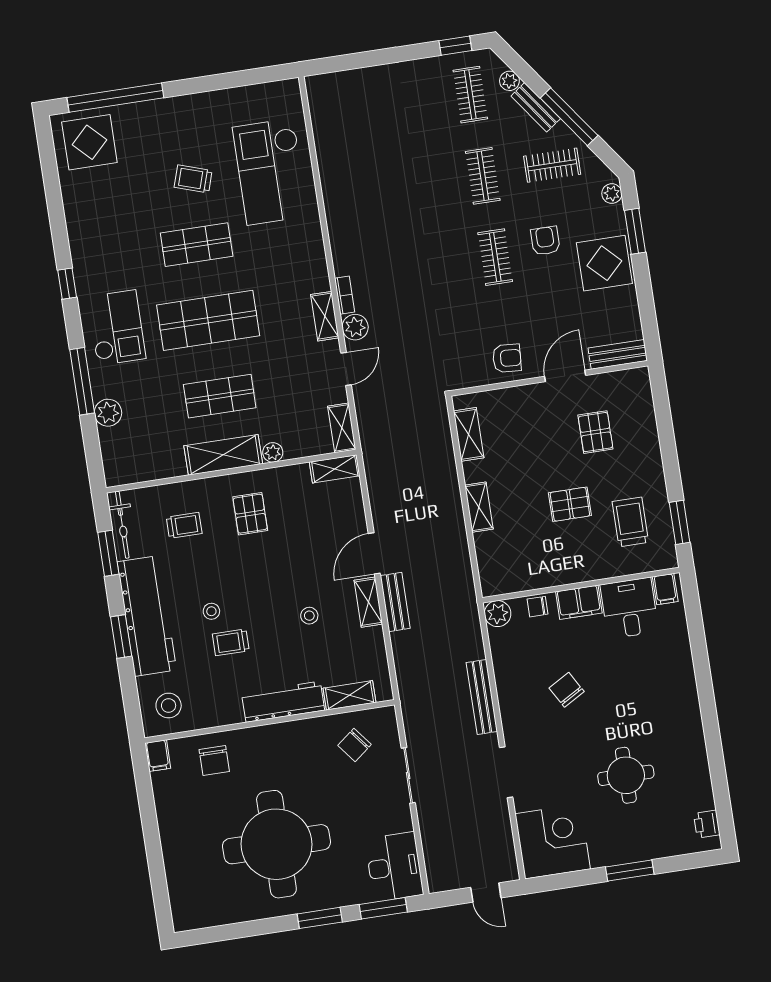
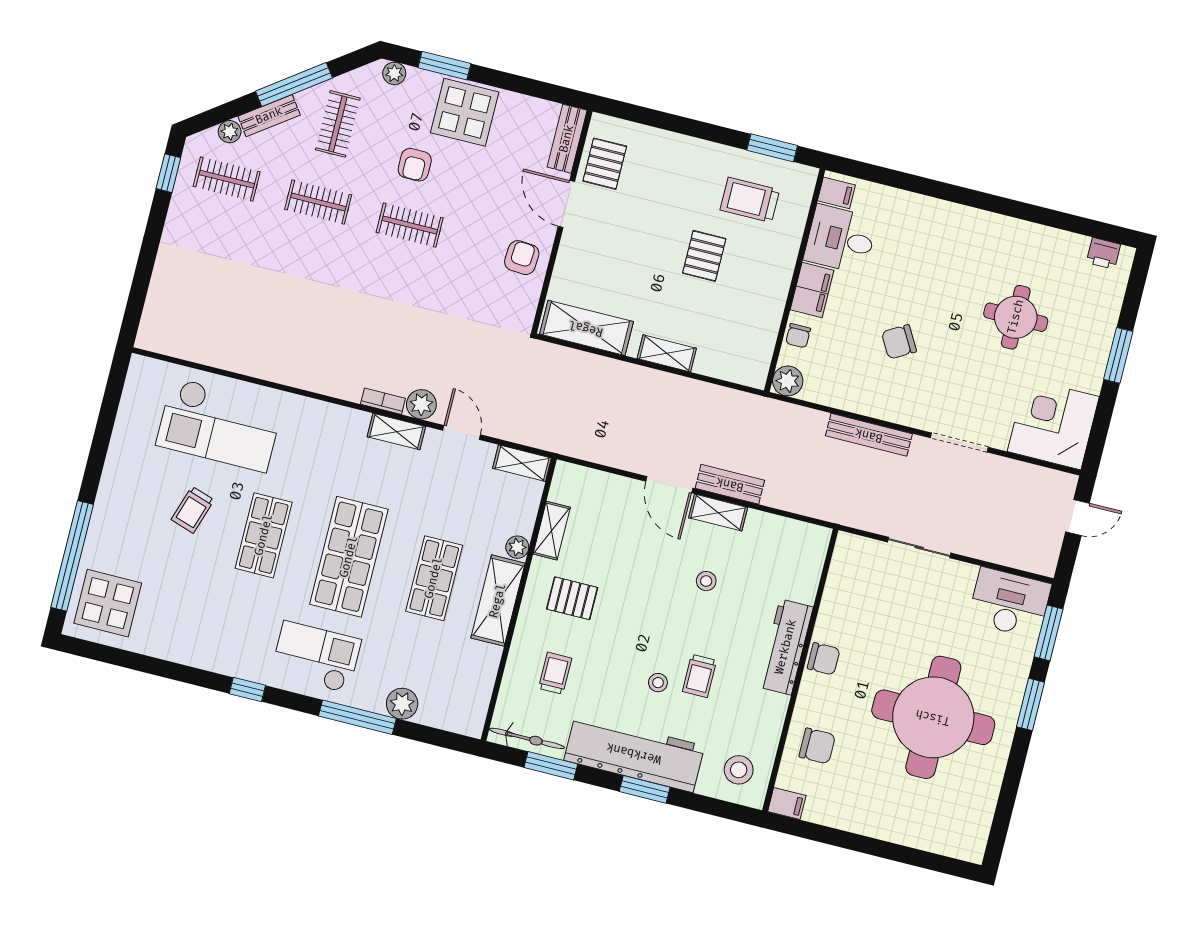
armchair: (545, 241) -> (415, 165), turned -90
pallet: (595, 432) -> (605, 164), moved, turned 90
shelving: (469, 434) -> (586, 328), width x1.50, depth x1.33
shelving: (335, 469) -> (552, 531), moved
shelving: (350, 695) -> (808, 574), removed
chair: (354, 745) -> (824, 659), moved, turned -52

